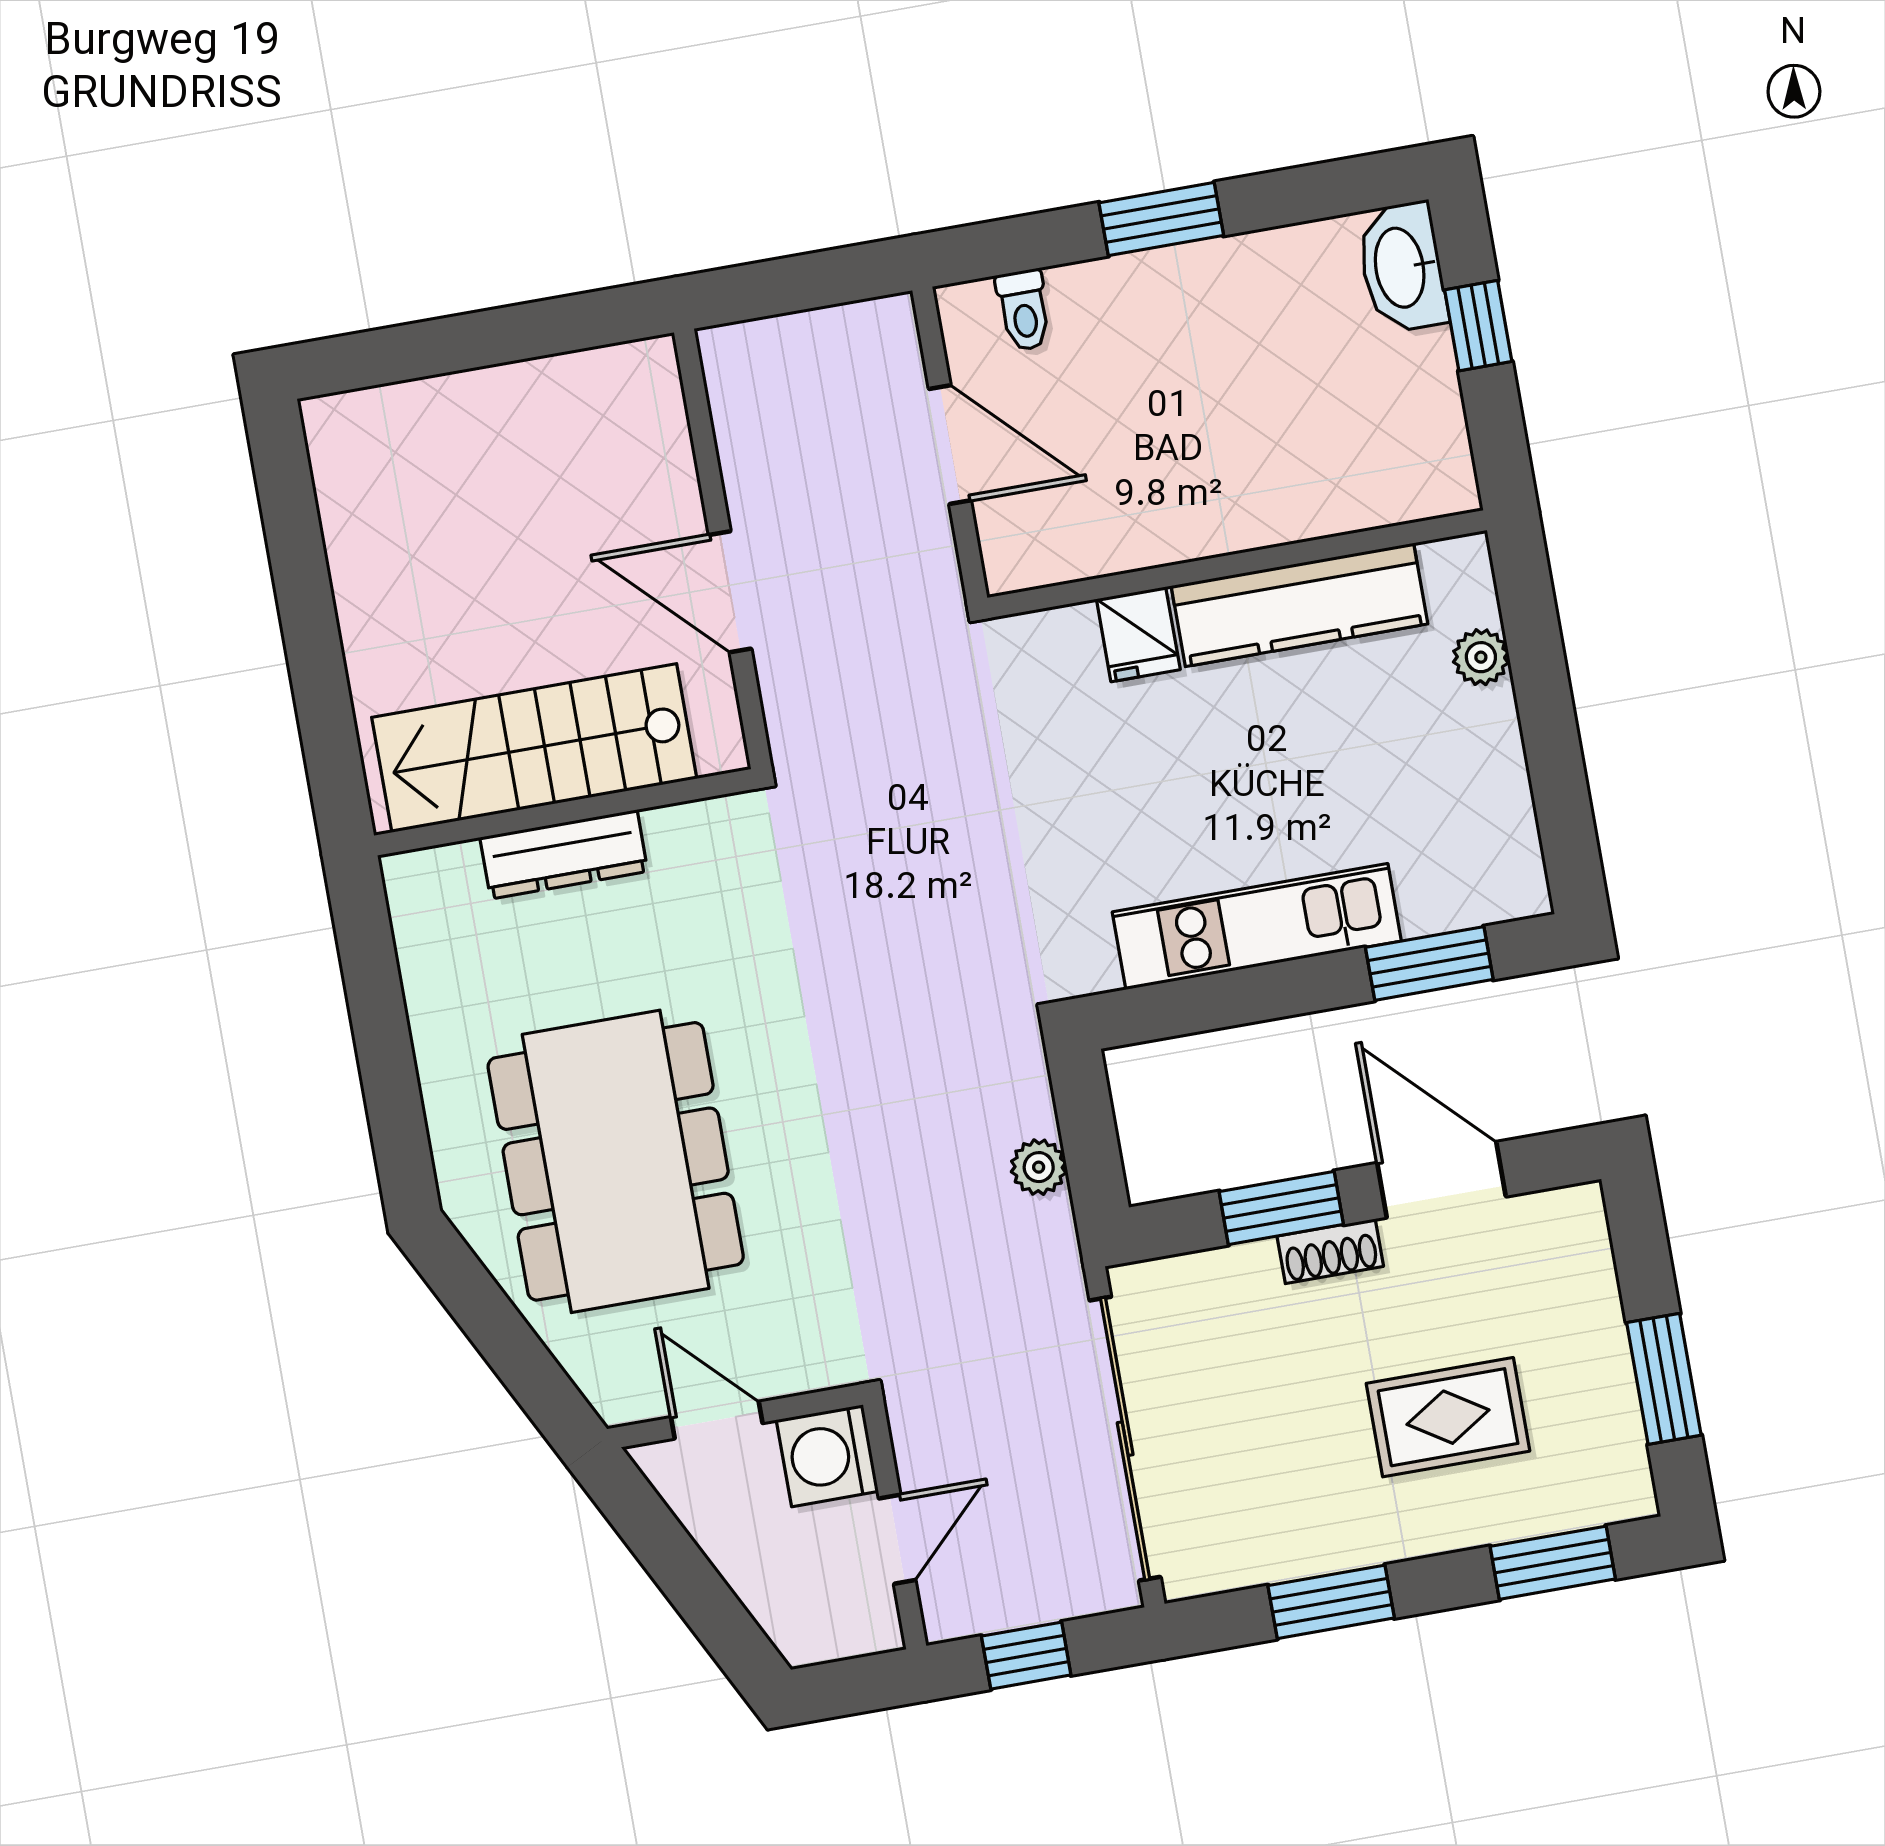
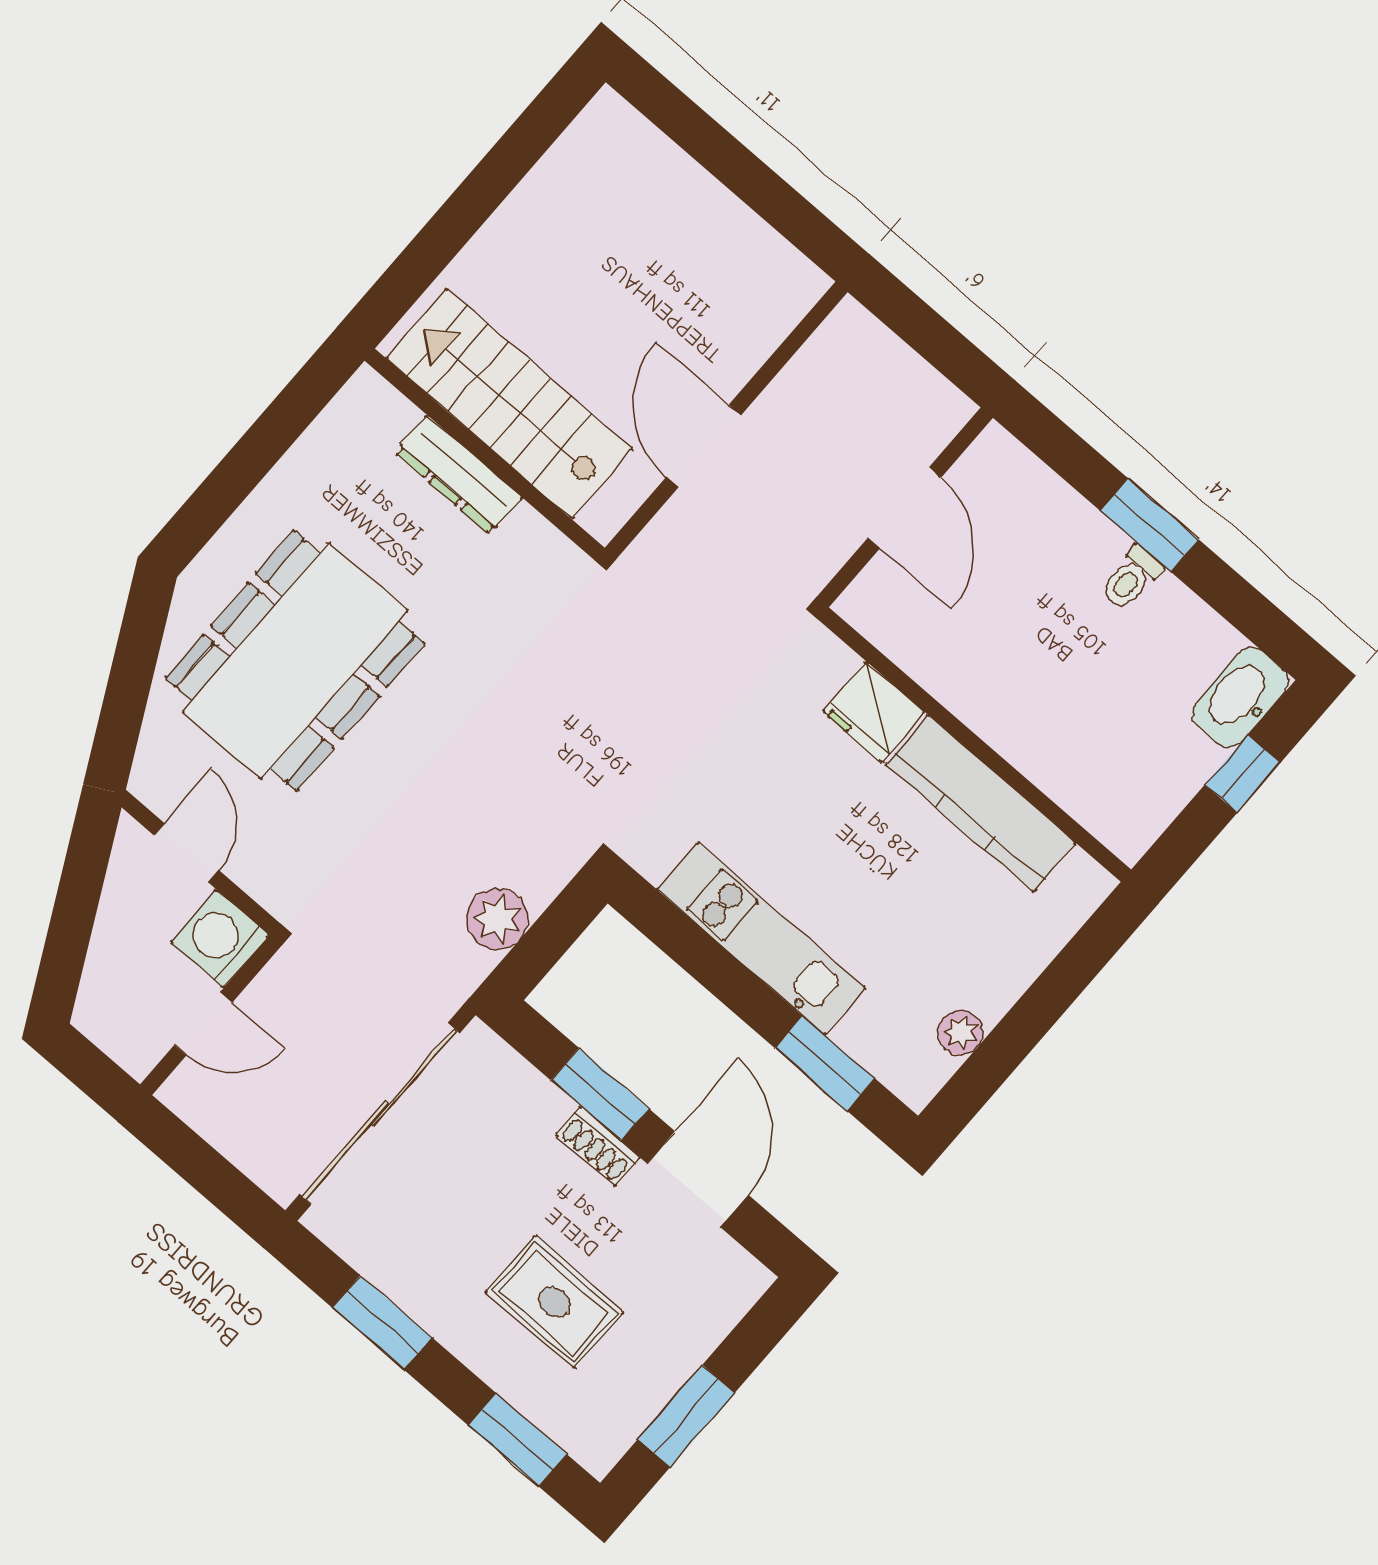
toilet: (1024, 310) -> (1131, 578), moved
fridge: (1138, 634) -> (874, 712), width x1.38
plant: (1481, 657) -> (961, 1033), moved
plant: (1039, 1167) -> (497, 919), width x1.38, depth x1.38
window: (1026, 1656) -> (196, 1161), removed

